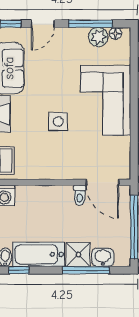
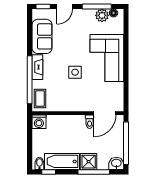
door: (103, 182) -> (105, 113), hinge flipped
washbasin: (103, 257) -> (116, 163), moved

